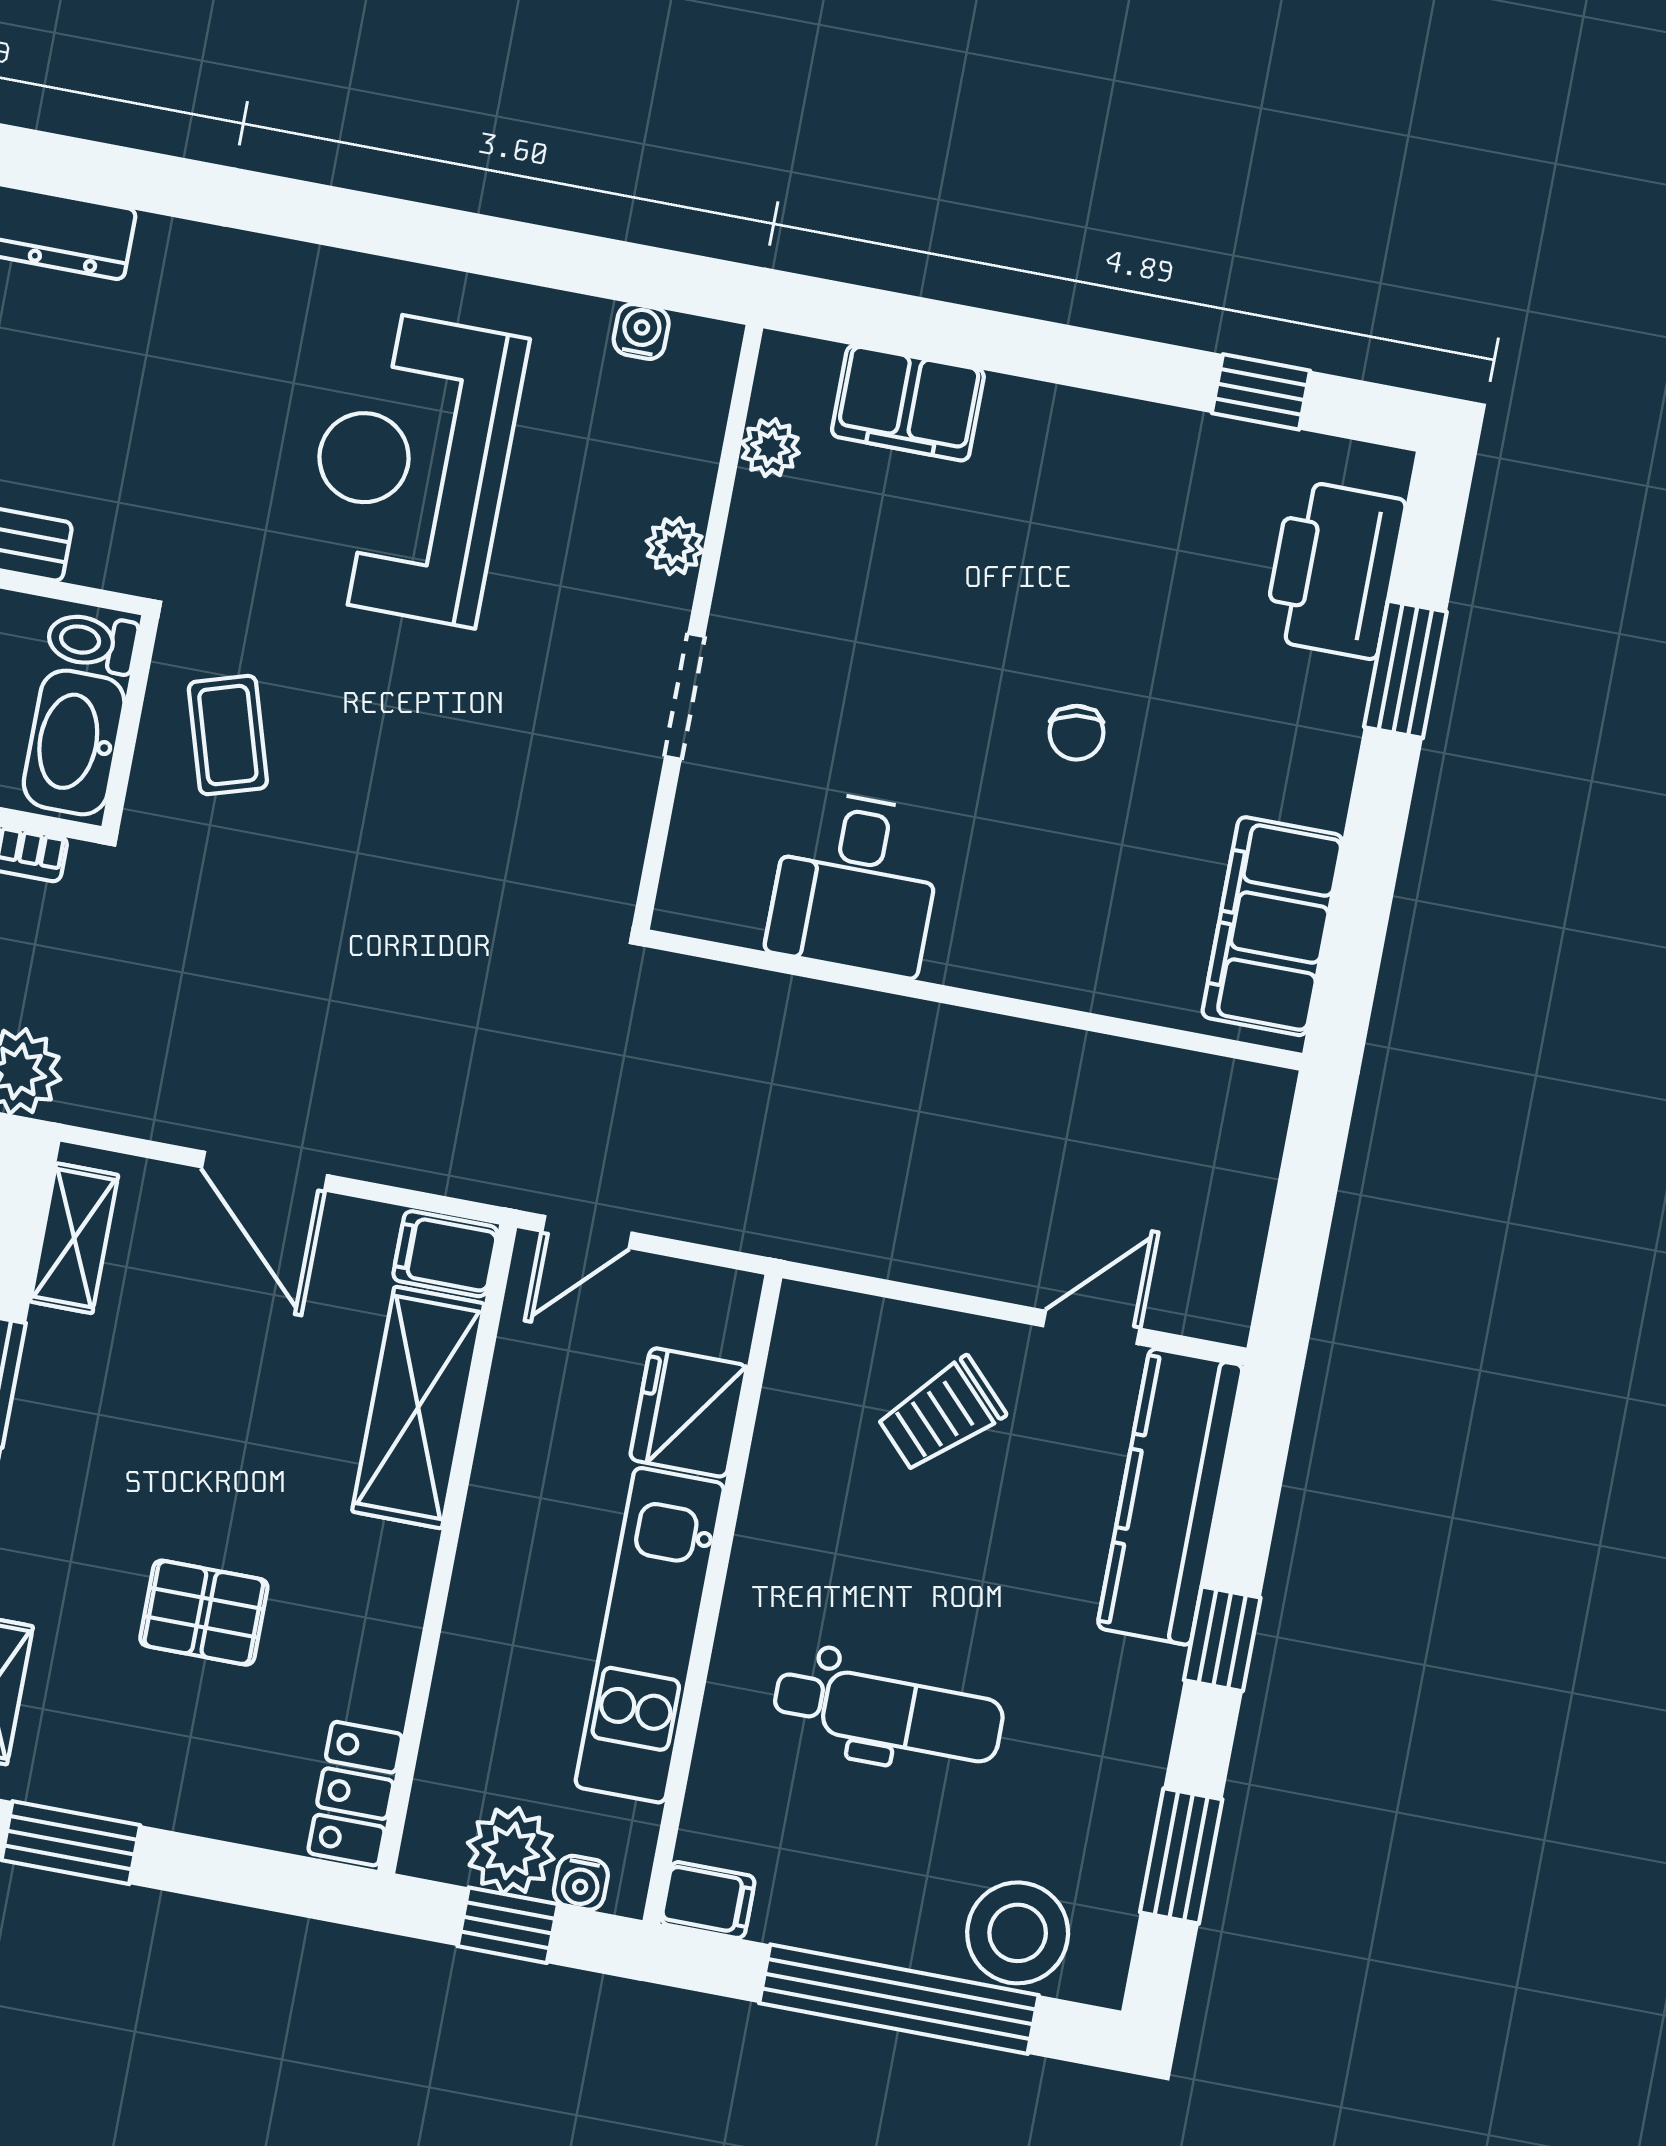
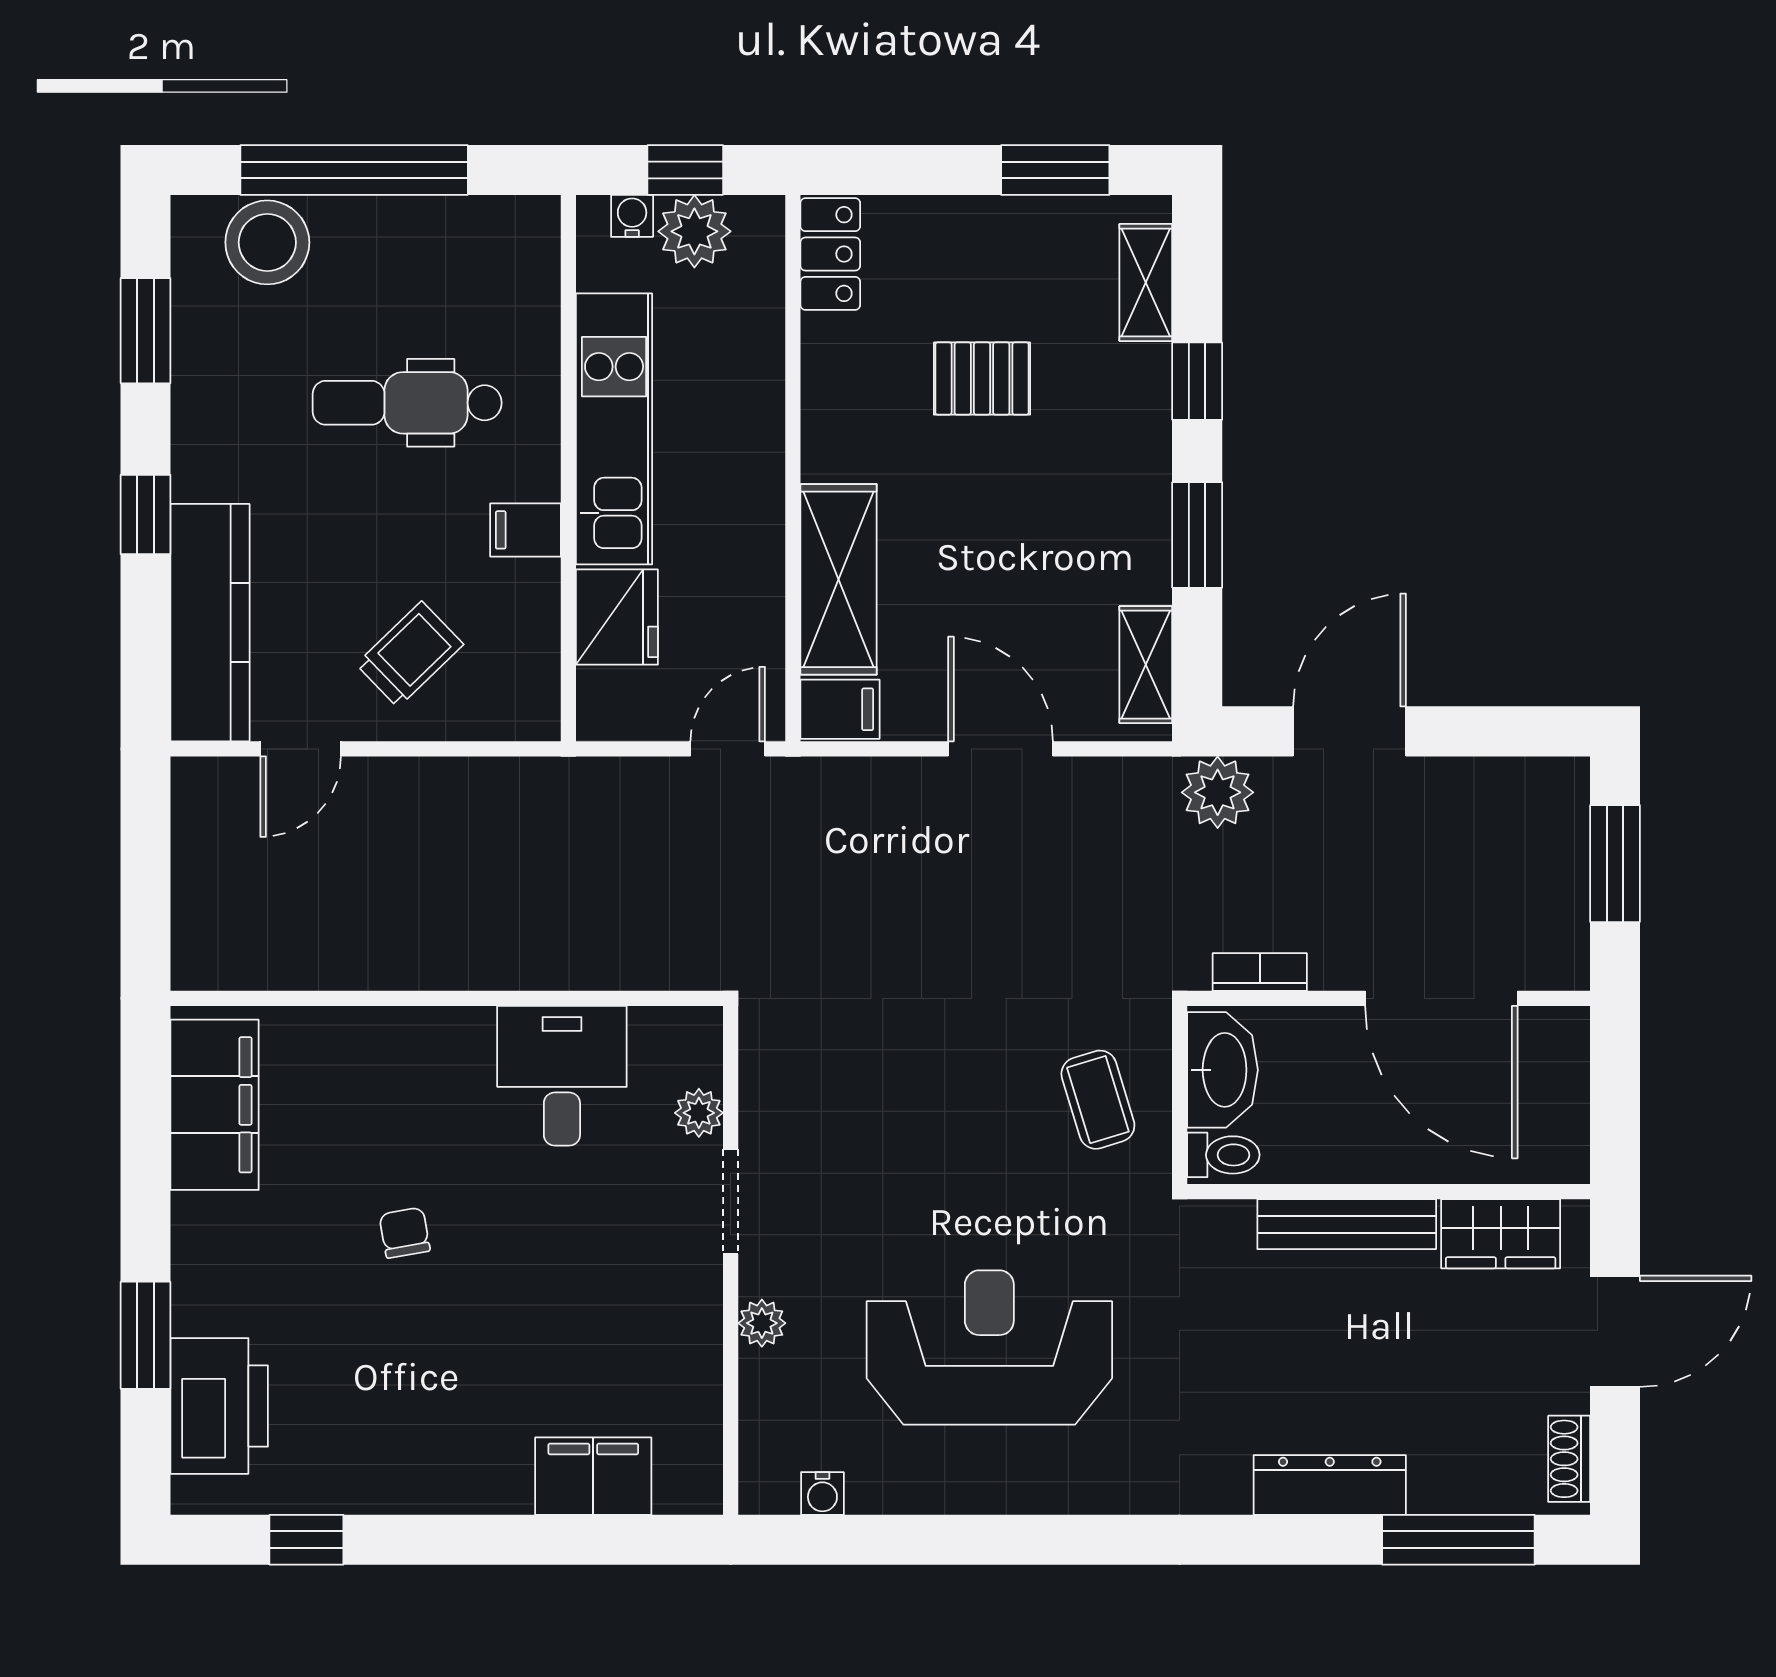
plant: (770, 448) -> (699, 1113), moved
reception desk: (411, 467) -> (989, 1347), turned -90
filing cabinet: (708, 1900) -> (526, 530), moved

